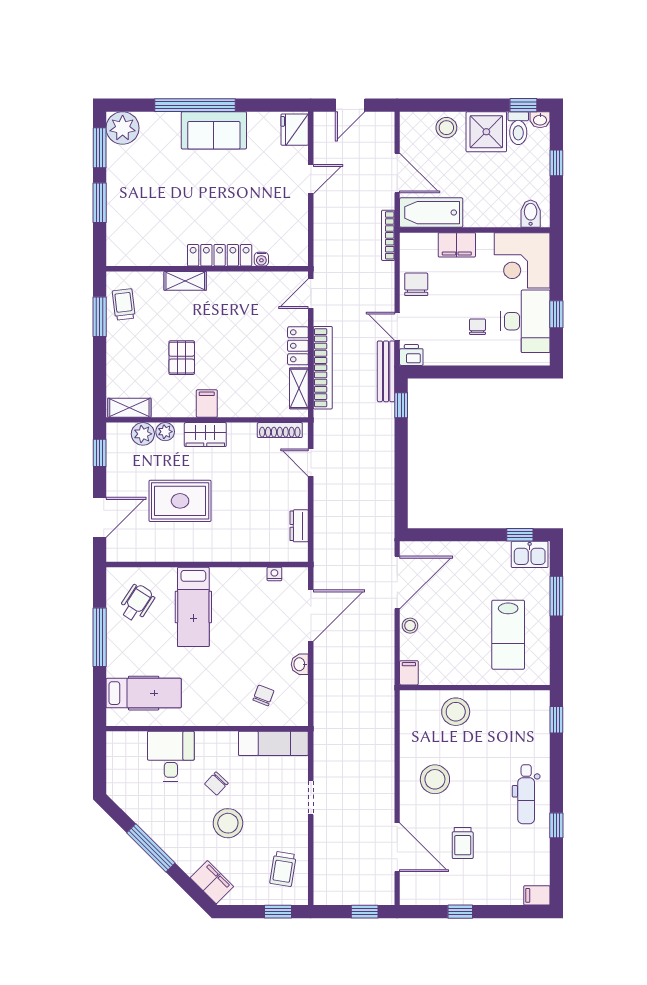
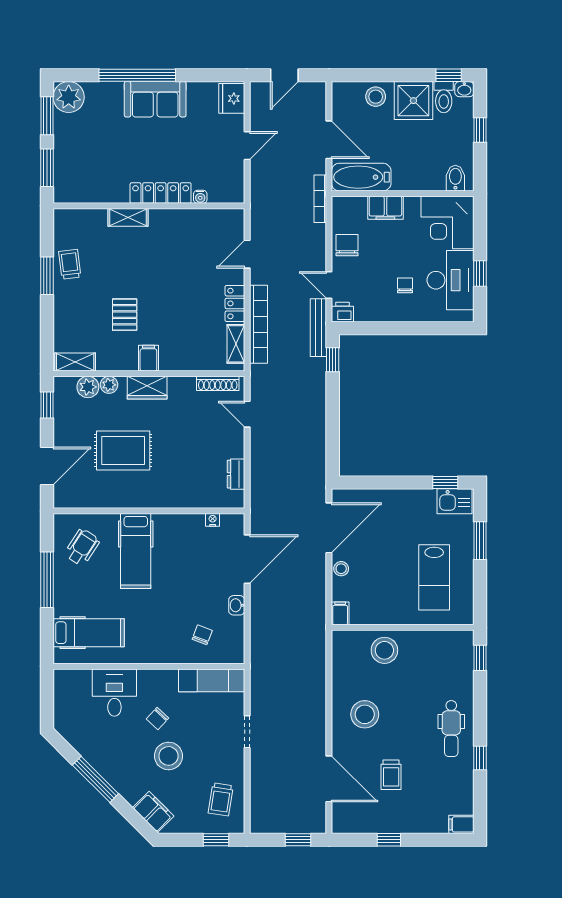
locker: (220, 255) -> (161, 193), moved
water cooler: (261, 259) -> (200, 197), moved
wall: (207, 269) -> (149, 206), moved
shelving: (185, 281) -> (128, 217), moved

